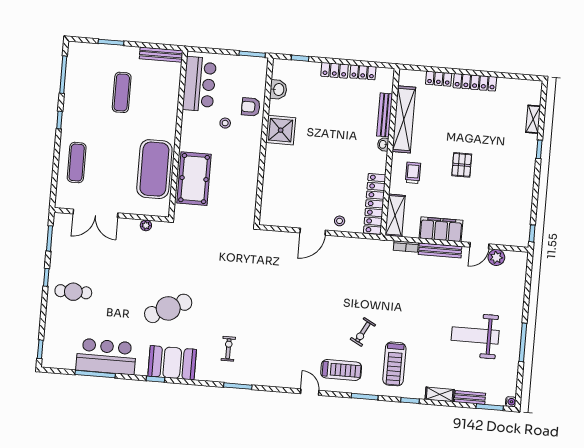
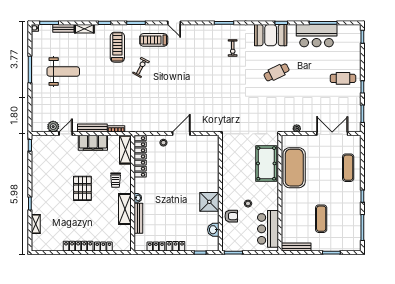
shelving: (404, 119) -> (125, 209), width x0.68
pallet: (462, 165) -> (82, 188), width x1.50, depth x1.42
cafe table: (168, 308) -> (277, 72), width x0.73, depth x0.74

